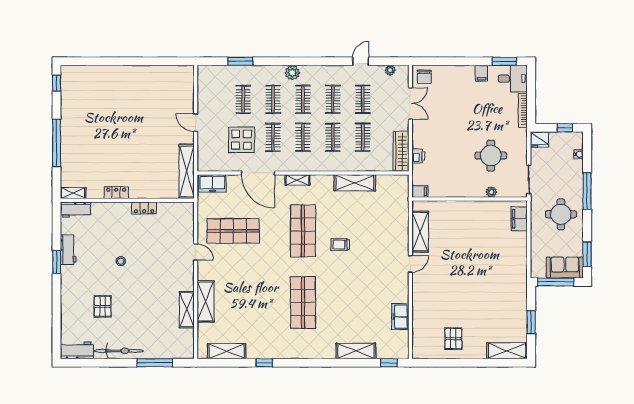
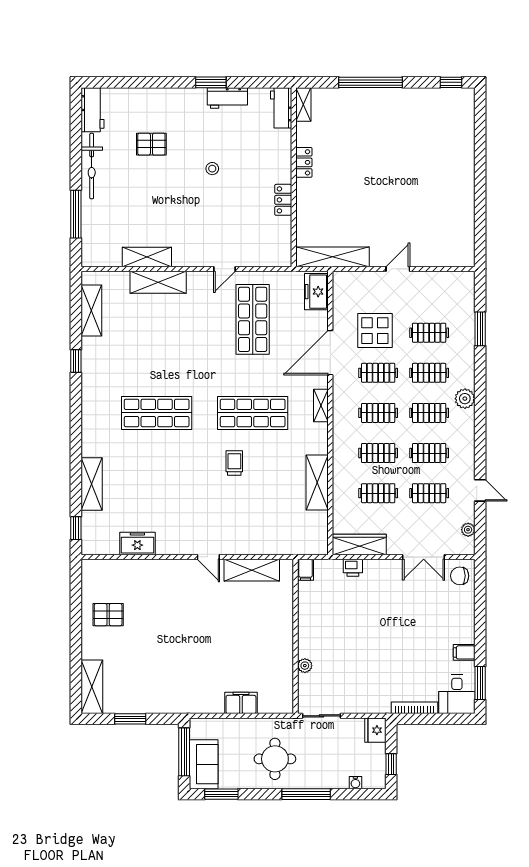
round table: (491, 156) -> (354, 665), removed
filing cabinet: (519, 219) -> (241, 703), moved

